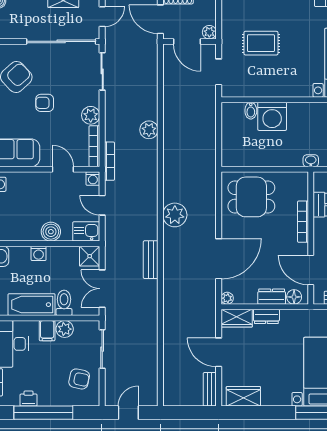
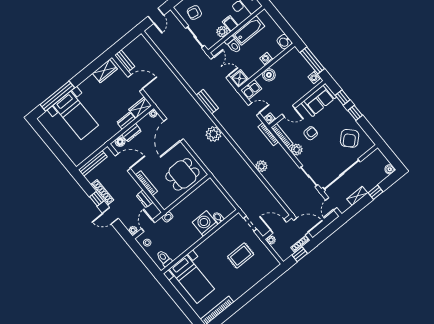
armchair: (45, 103) -> (311, 133), moved

